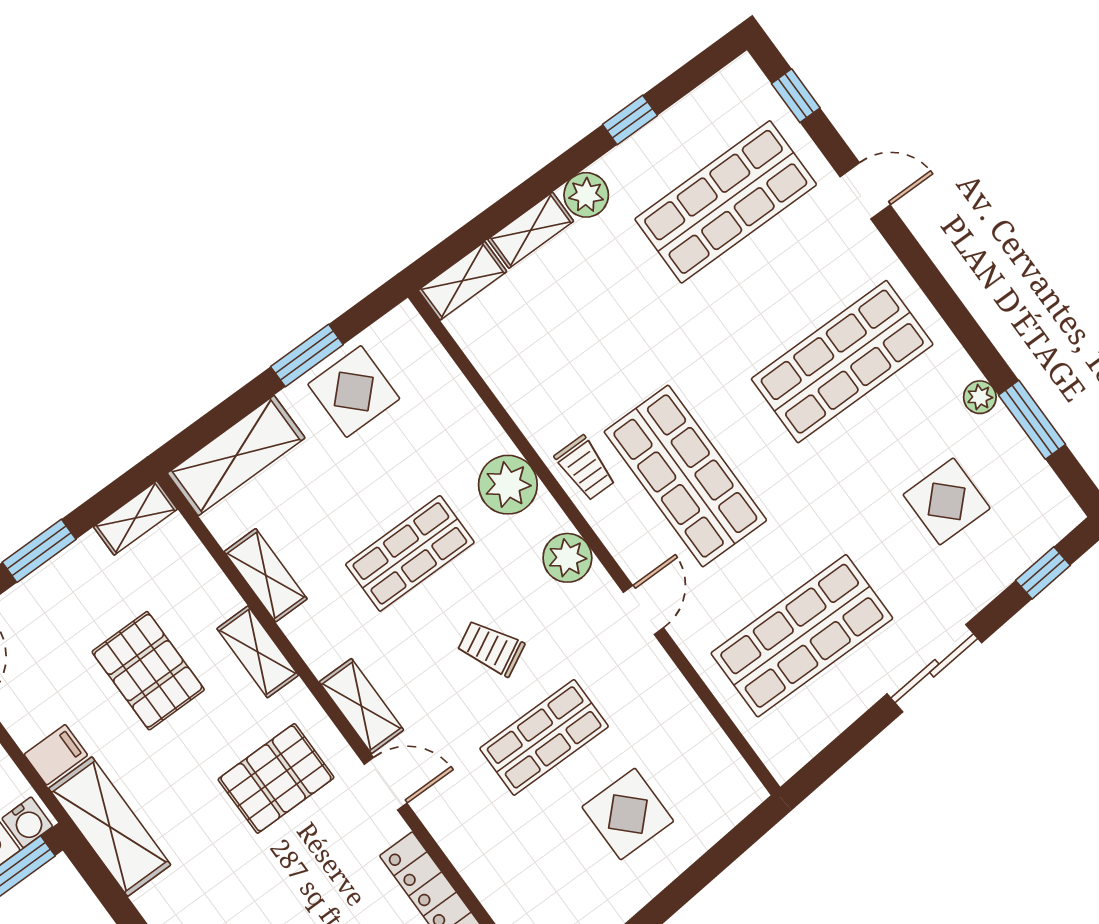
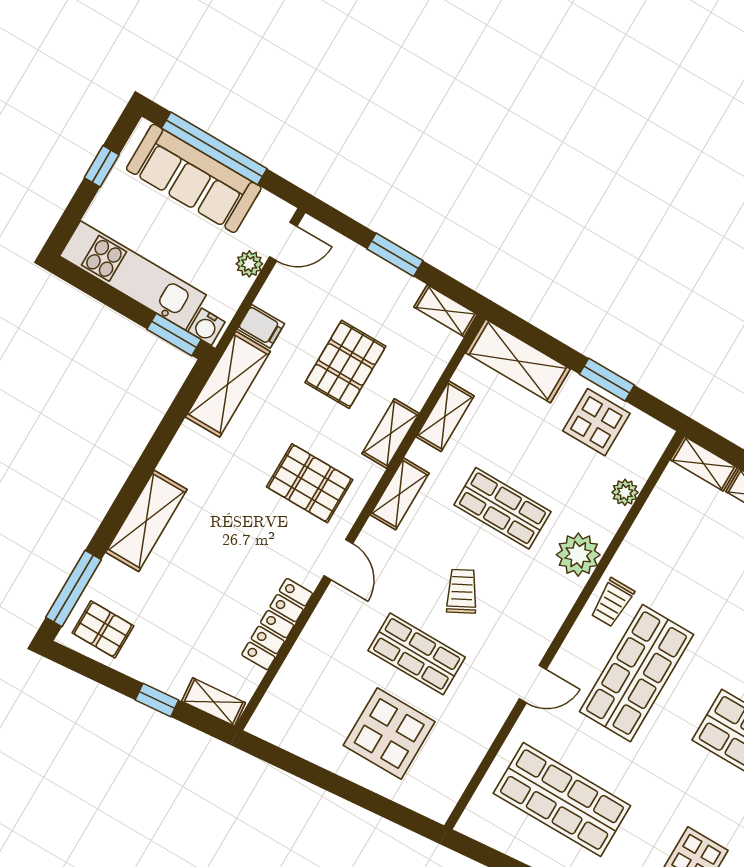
plant: (567, 558) -> (625, 492), moved, width x0.73, depth x0.73
shelving: (361, 706) -> (400, 494), moved
display table: (628, 814) -> (389, 734), width x1.36, depth x1.36

